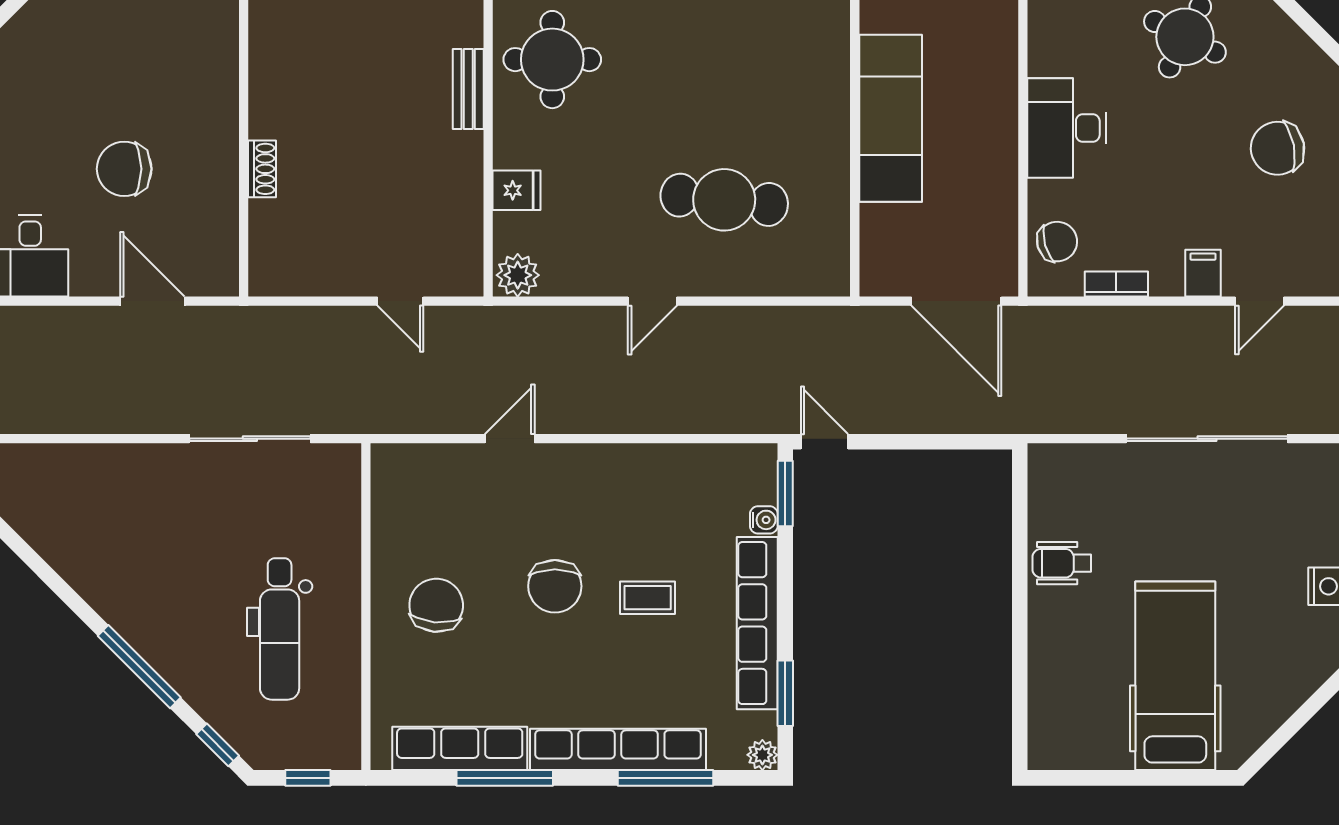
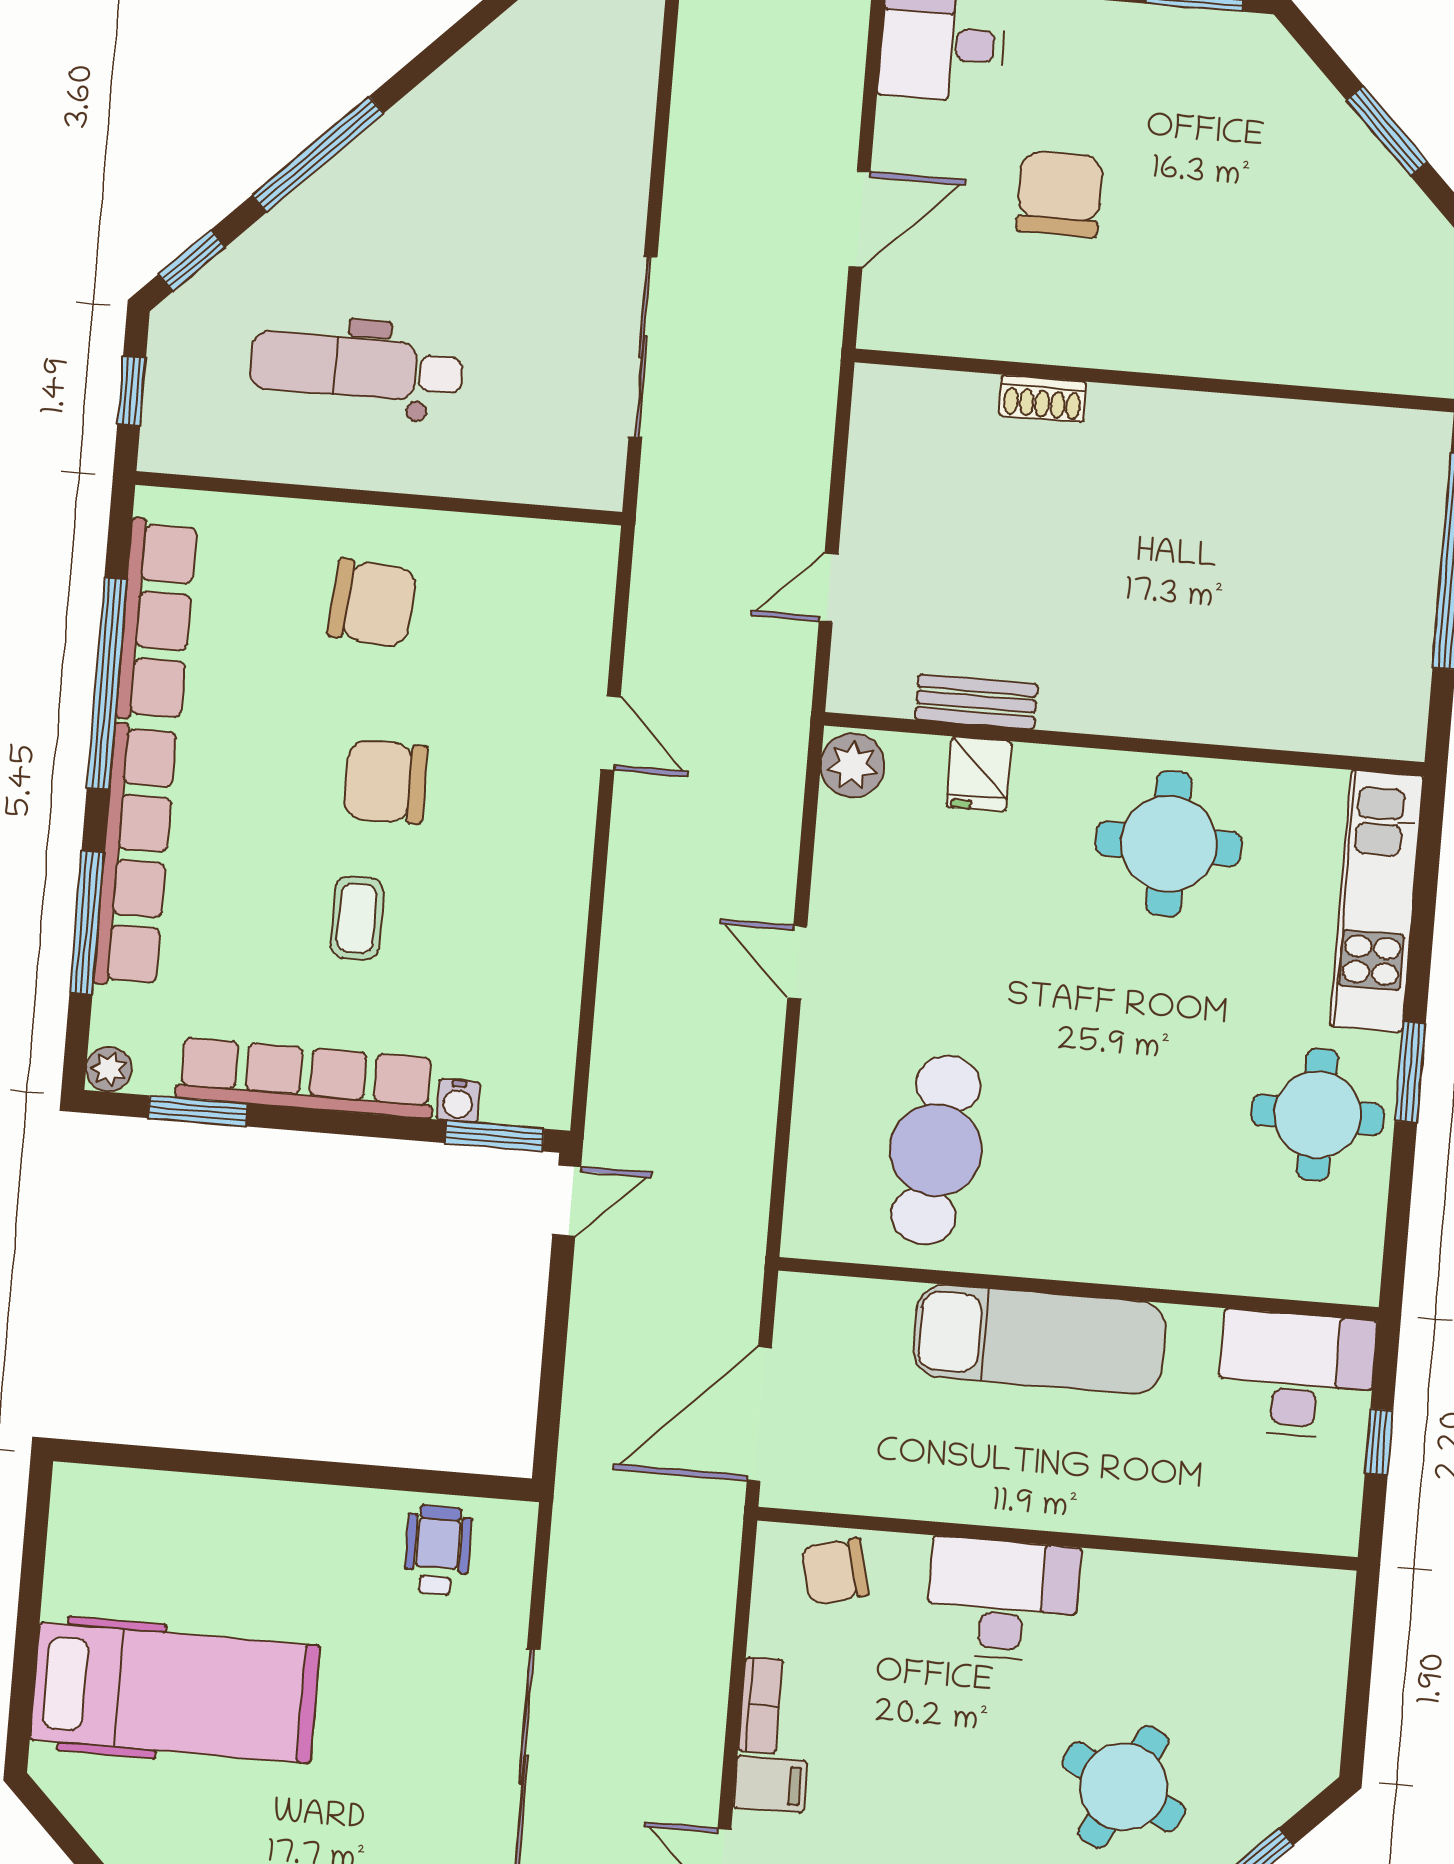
bench: (468, 89) -> (976, 702), moved
cafe table: (724, 200) -> (936, 1150), moved
chair: (1057, 242) -> (835, 1571), turned 92
bookcase: (1116, 284) -> (761, 1705), moved
wheelchair: (1062, 563) -> (438, 1550), moved
window: (505, 778) -> (107, 683), width x1.46

